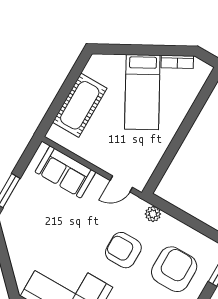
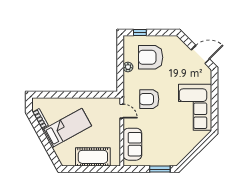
plant: (153, 214) -> (128, 67), moved
armchair: (123, 250) -> (149, 99), moved, turned 90

